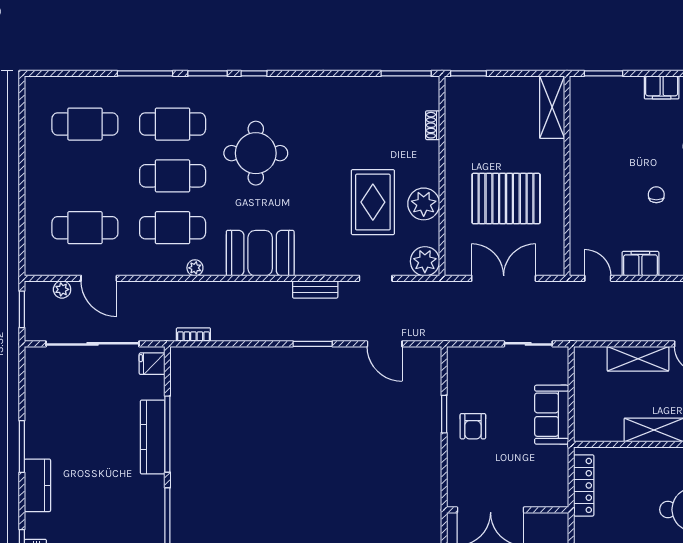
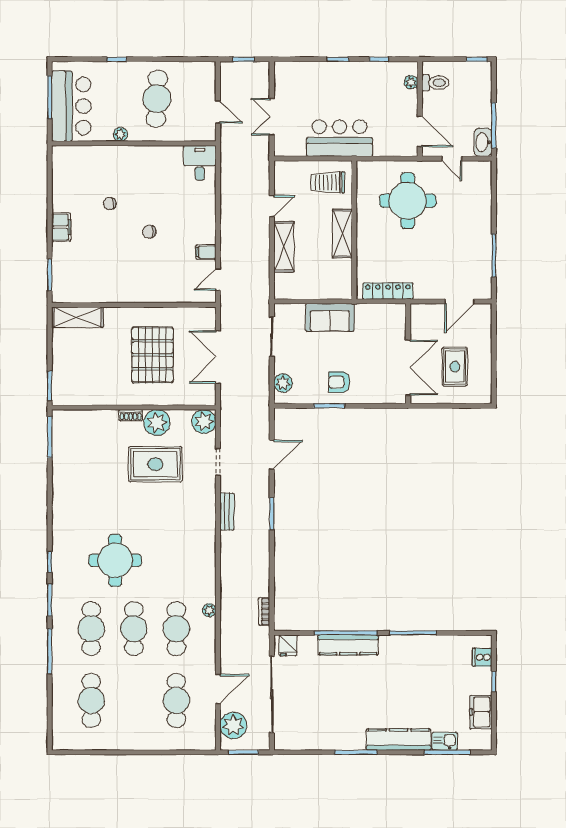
shoe rack: (433, 125) -> (131, 415), moved
booth: (260, 253) -> (197, 557), removed
filing cabinet: (640, 264) -> (206, 252), width x0.50
plant: (62, 289) -> (233, 726), width x1.87, depth x1.87
plant: (472, 358) -> (283, 383), added
armchair: (473, 426) -> (339, 382), turned 180
kitchen counter: (37, 485) -> (399, 740), width x1.50

